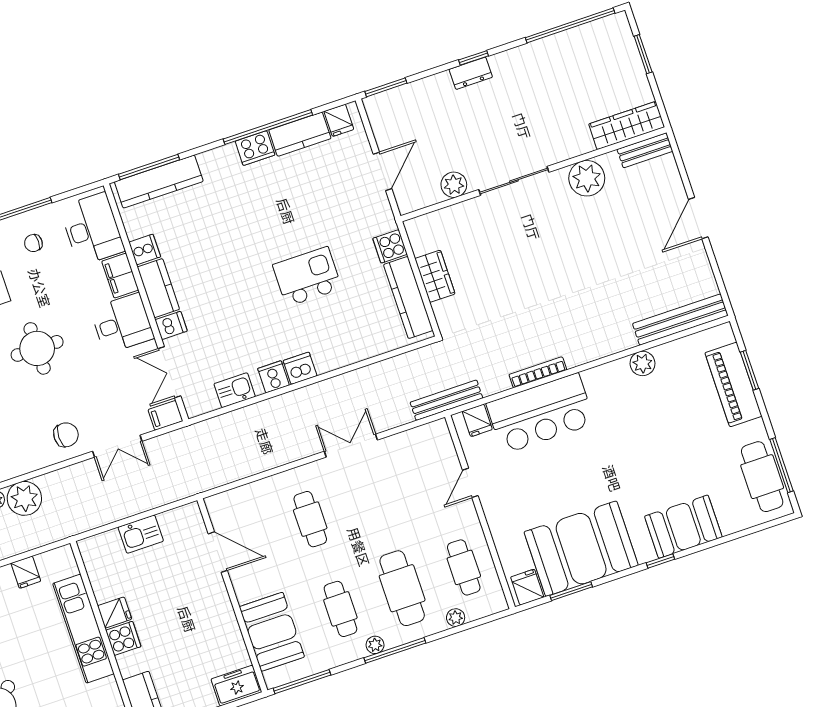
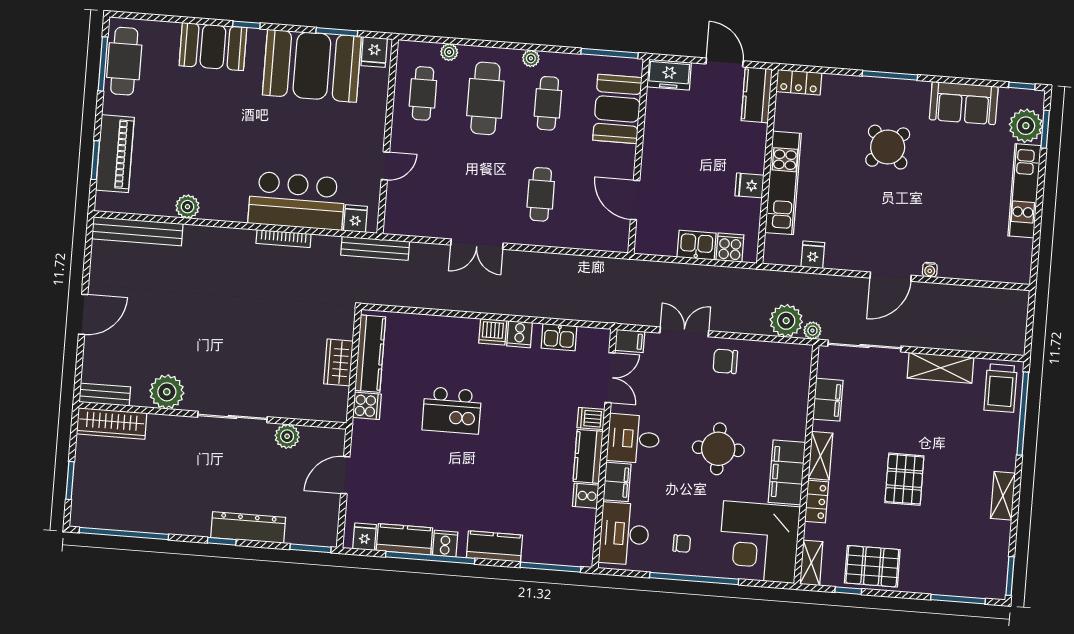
dresser: (471, 73) -> (248, 528), width x1.96, depth x1.24
cooker: (255, 148) -> (445, 544), width x0.73
kitchen counter: (159, 182) -> (494, 546), moved, width x0.67
cooker: (123, 638) -> (730, 247), moved, turned 90
window: (395, 650) -> (515, 46), removed

